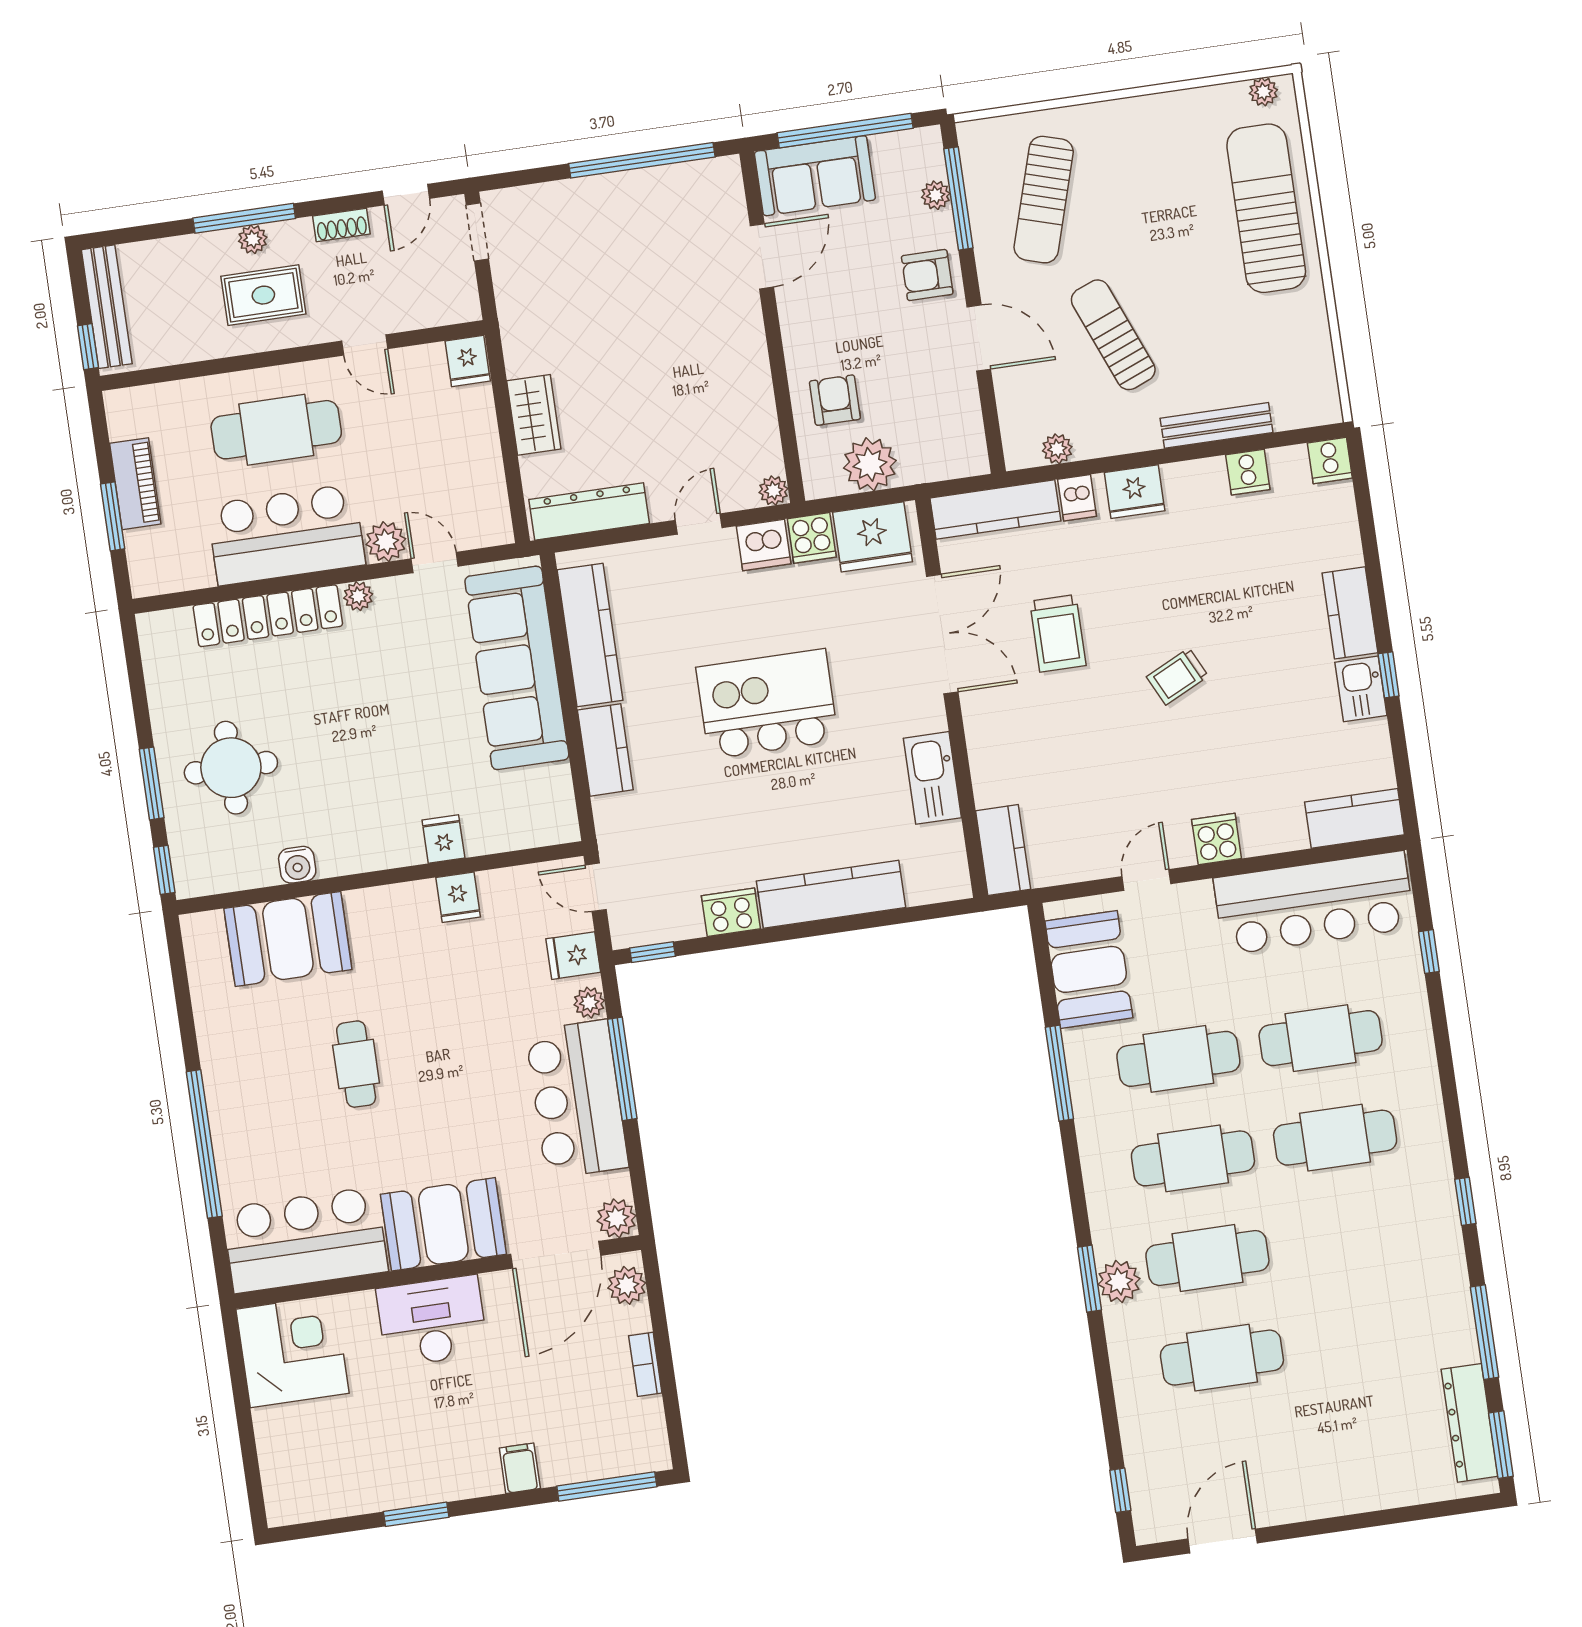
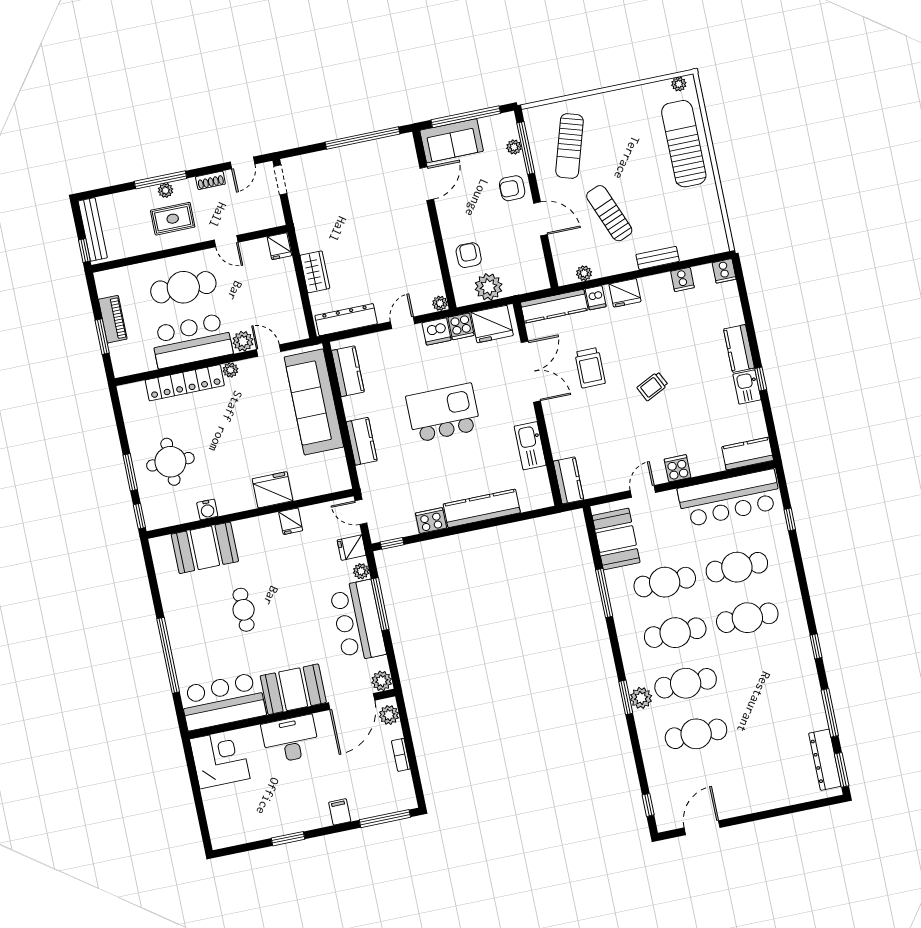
bench: (1217, 425) -> (658, 258), width x0.73
kitchen counter: (590, 635) -> (348, 371), width x0.67
fridge: (443, 839) -> (272, 490), width x1.88, depth x1.34

